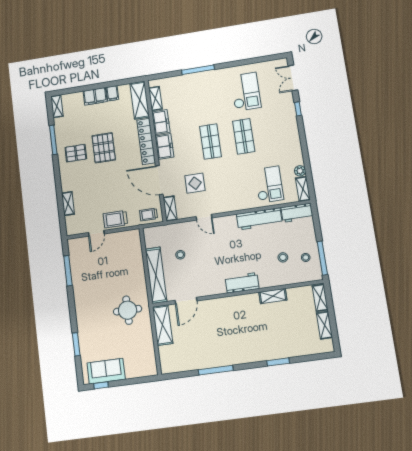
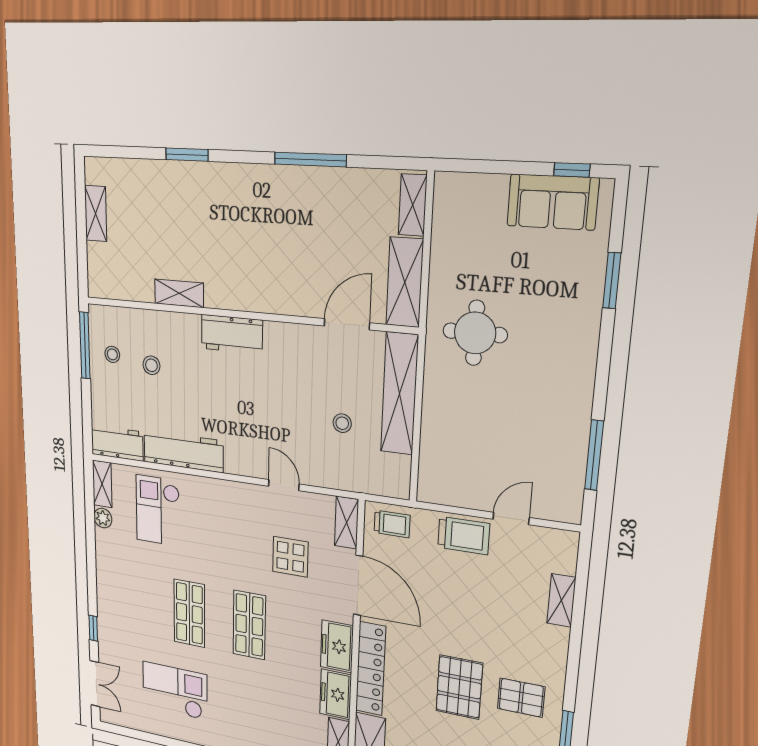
checkout: (246, 92) -> (175, 691), turned 90
shelving: (320, 298) -> (413, 205), moved

